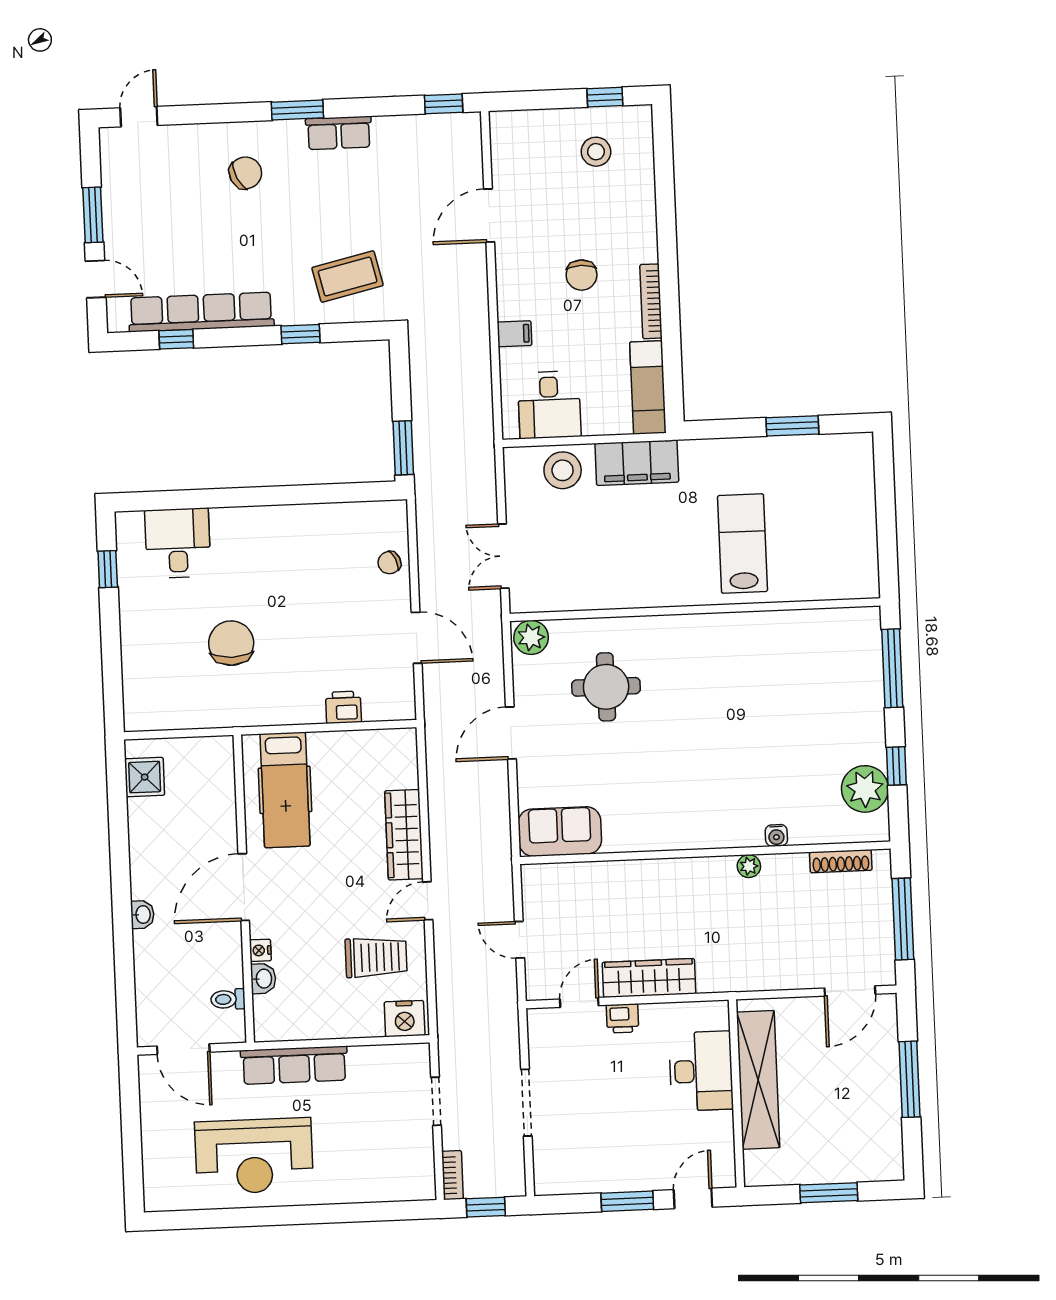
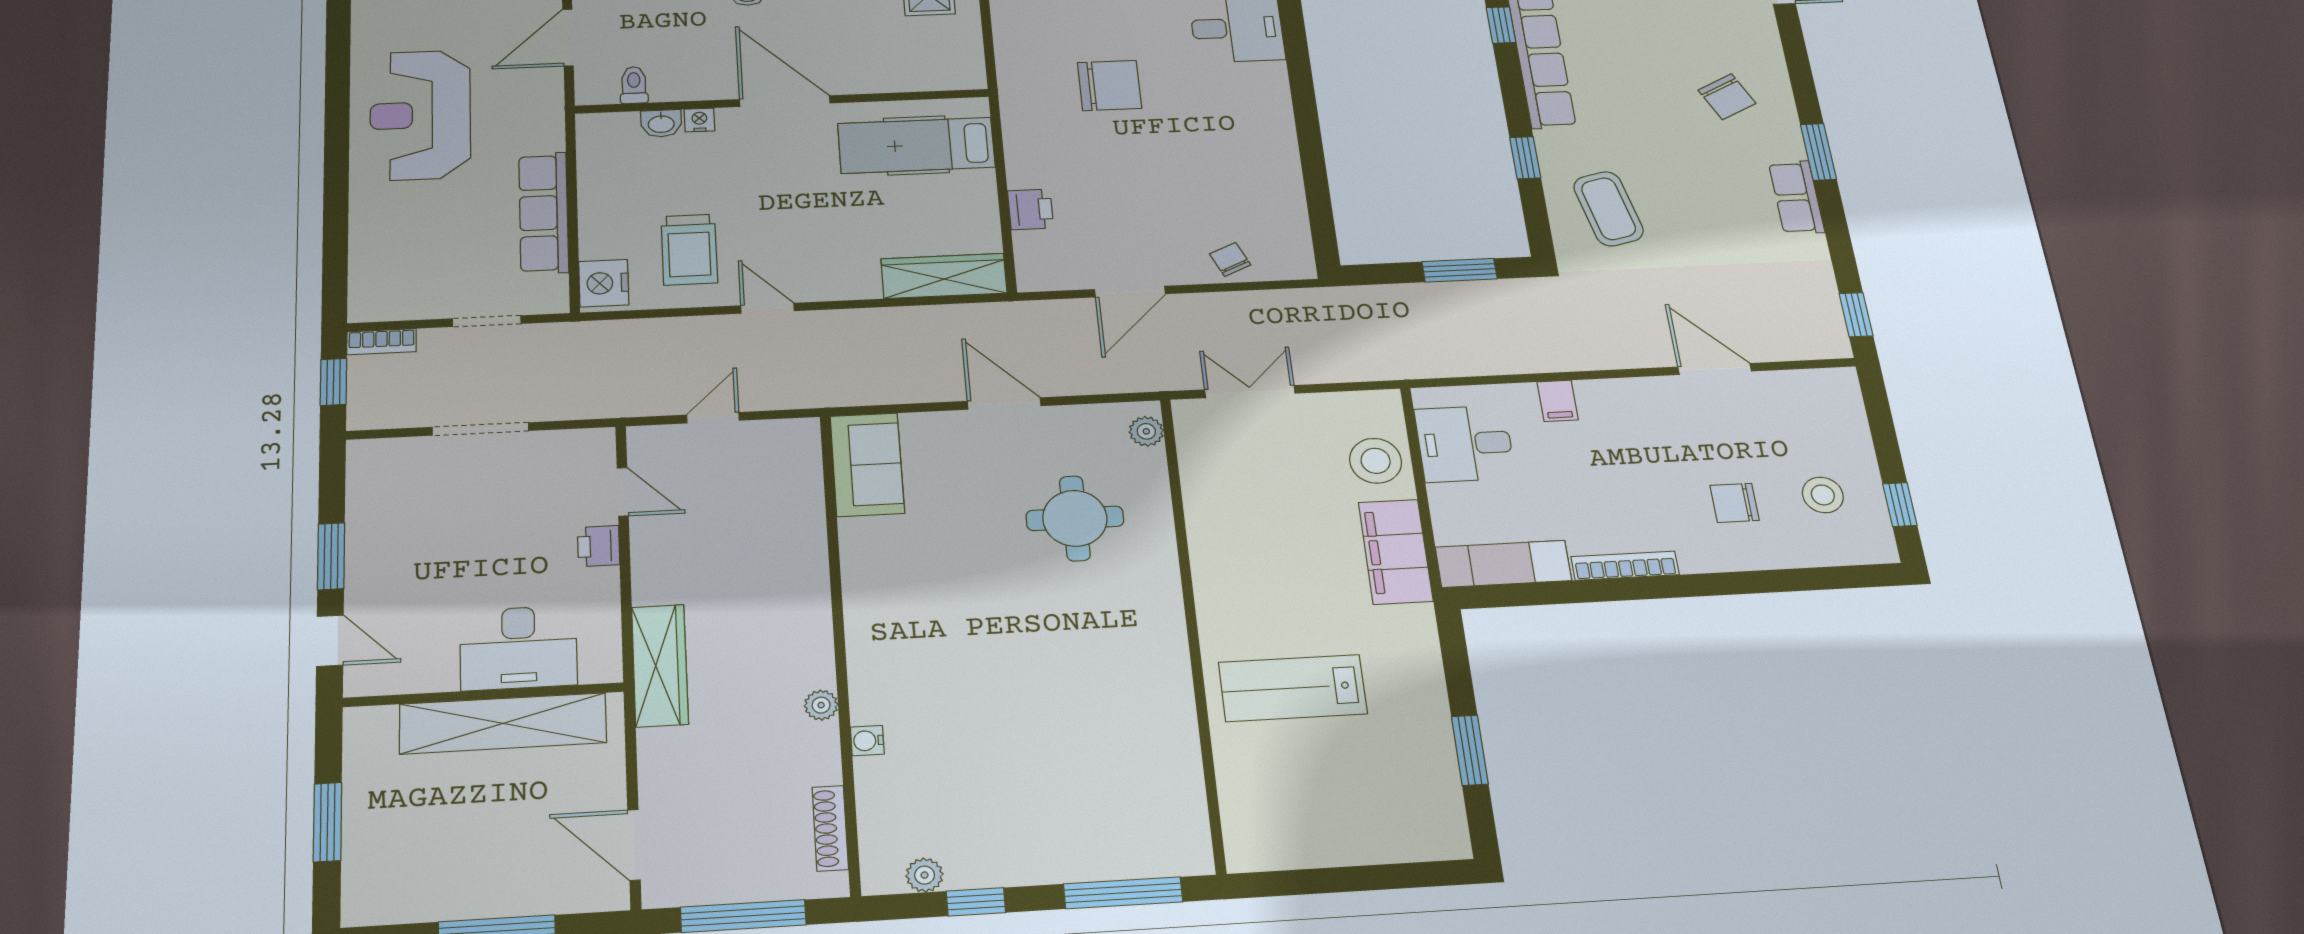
chair: (582, 275) -> (1735, 503), moved
window: (403, 448) -> (1460, 270), moved
lab bench: (743, 544) -> (1293, 688), turned 180
plant: (531, 637) -> (1146, 431), width x0.73, depth x0.73
plant: (865, 789) -> (925, 875), width x0.53, depth x0.53
wardrobe: (404, 835) -> (944, 276), moved
wardrobe: (649, 978) -> (660, 666), moved
row of seats: (294, 1065) -> (544, 213), moved

